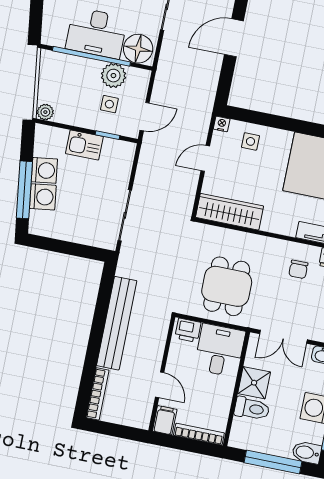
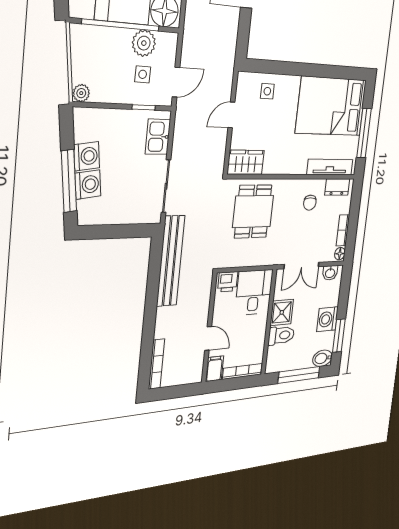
nightstand: (222, 124) -> (243, 78), removed
kitchen sink: (84, 145) -> (158, 137), moved, turned 90
wardrobe: (230, 212) -> (246, 162), width x0.67
dining table: (227, 286) -> (253, 211), moved
bench: (117, 323) -> (171, 261), moved

